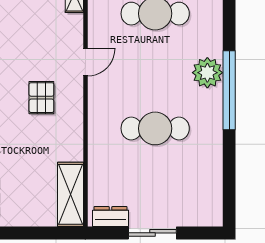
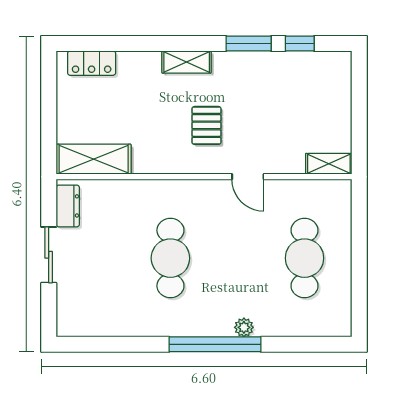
plant: (207, 73) -> (244, 327), width x0.53, depth x0.53
pallet: (41, 98) -> (206, 125), turned 90

